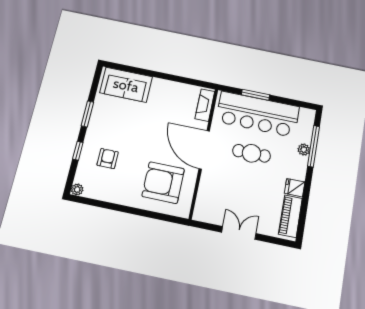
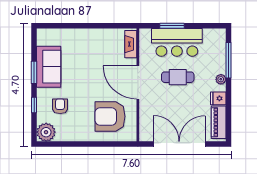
sofa: (126, 85) -> (49, 67), moved, turned -90
bar counter: (258, 114) -> (177, 42), width x0.73
plant: (304, 150) -> (221, 79), moved
plant: (77, 189) -> (46, 132), width x1.87, depth x1.87
double door: (239, 233) -> (179, 144), width x1.87

